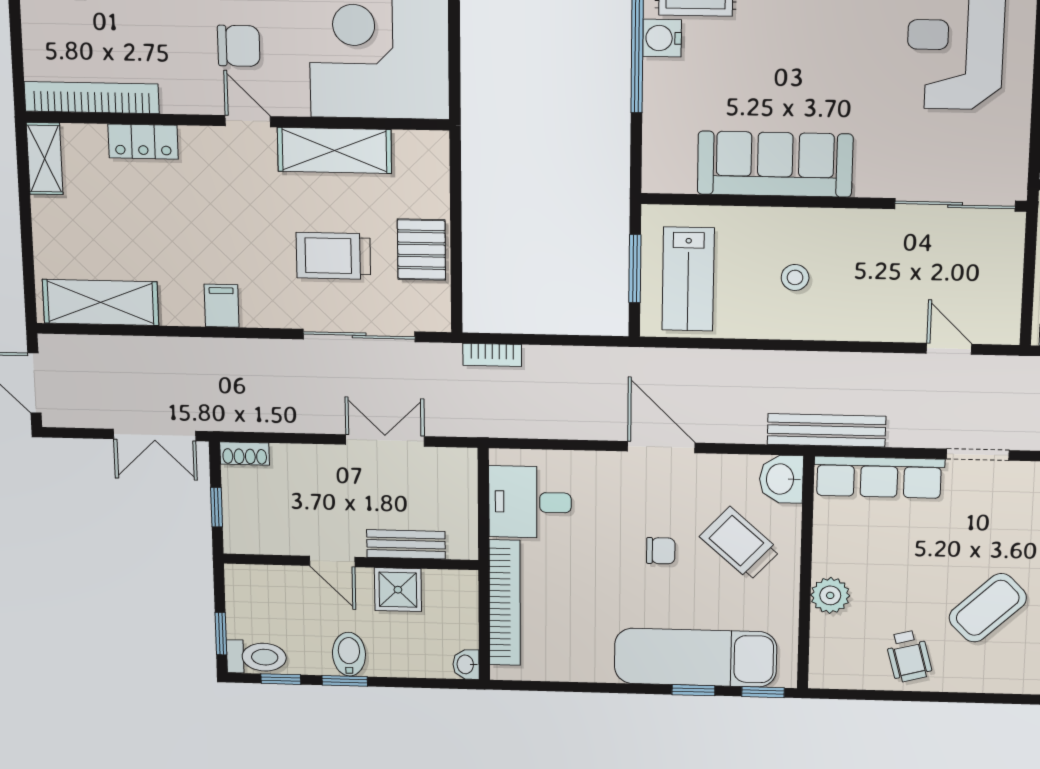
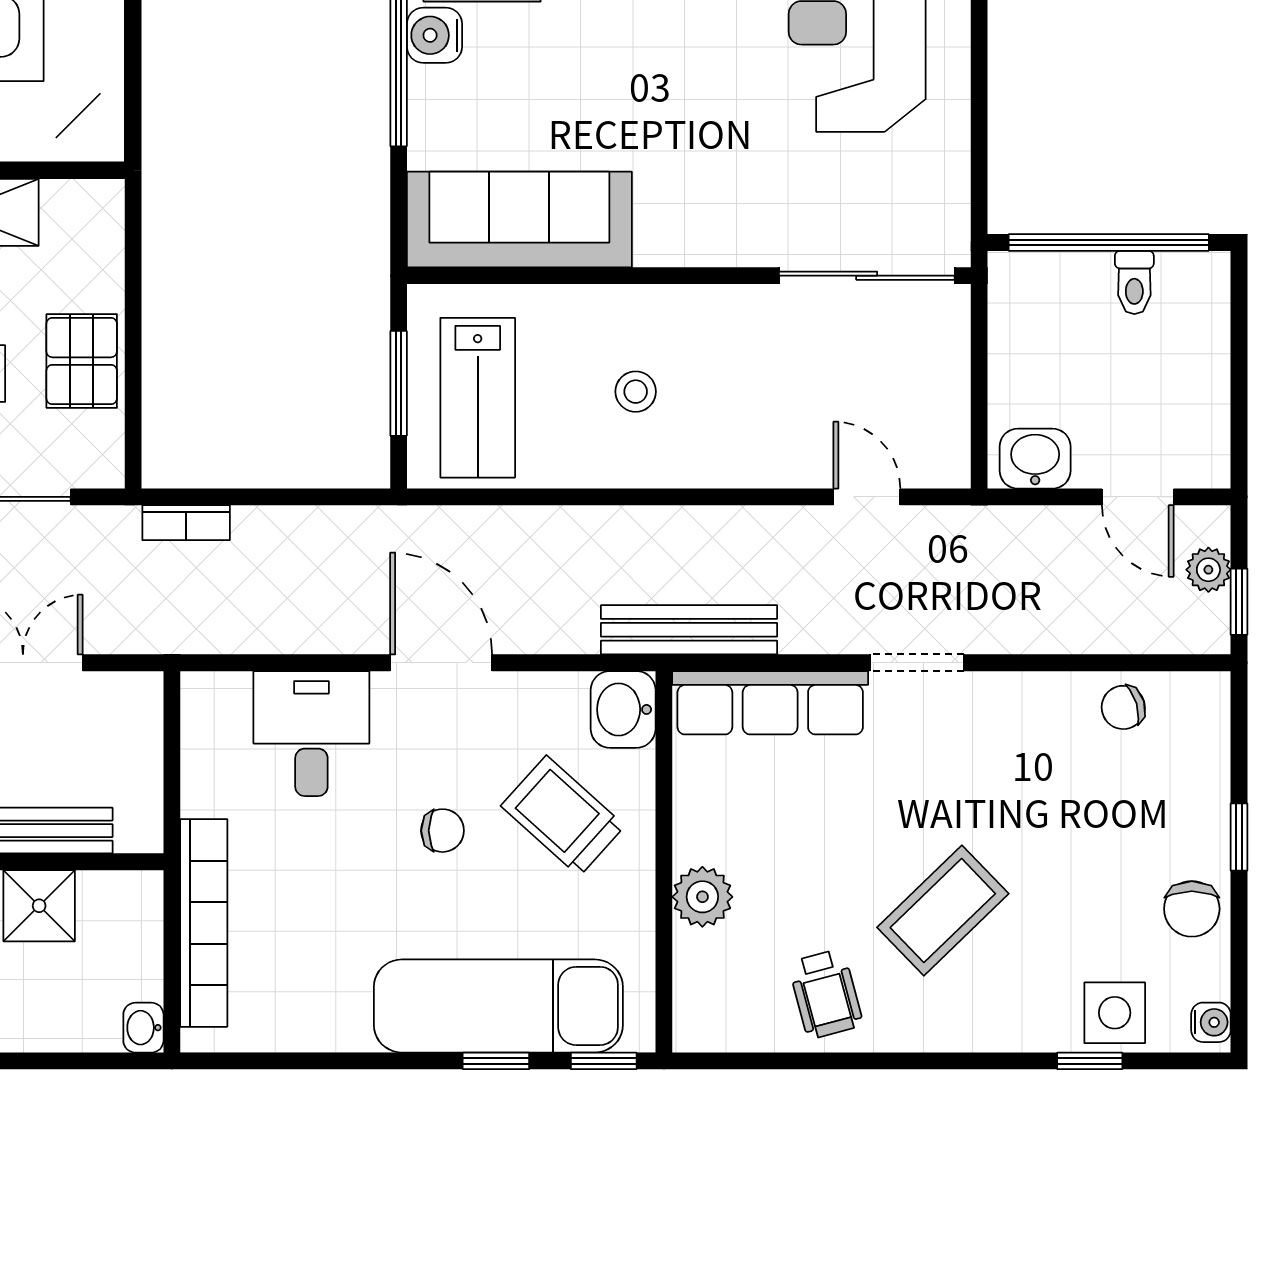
sofa: (775, 164) -> (519, 220), moved
desk: (530, 502) -> (311, 734), moved, turned 90

